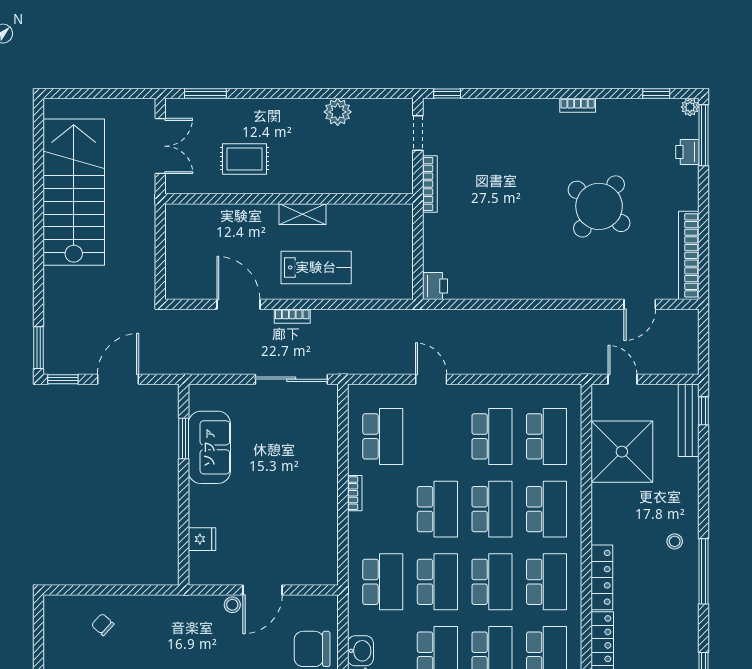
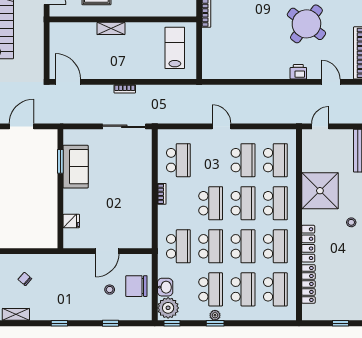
shelving: (302, 214) -> (111, 28), moved
lab bench: (316, 267) -> (175, 48), moved, turned -90
printer: (435, 286) -> (298, 72), moved, turned -90
door: (238, 304) -> (68, 82), moved
door: (640, 304) -> (331, 82), swing flipped
door: (431, 379) -> (222, 126), moved
door: (622, 379) -> (320, 126), hinge flipped
shower: (622, 452) -> (320, 191), moved
stool: (232, 605) -> (110, 290), moved
chair: (103, 625) -> (25, 279), moved

